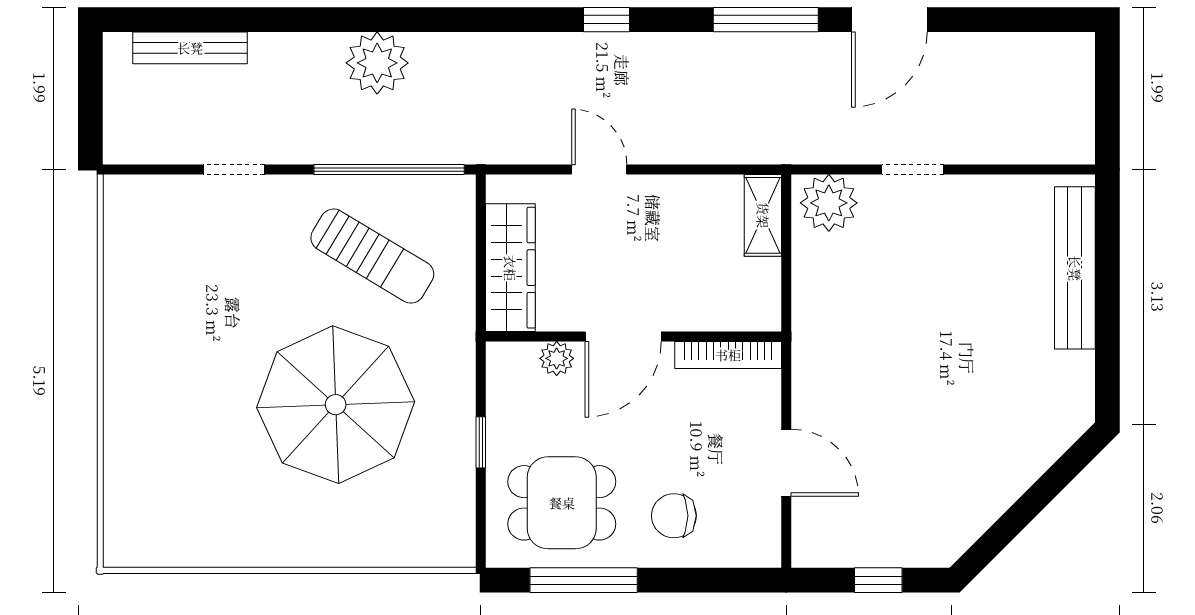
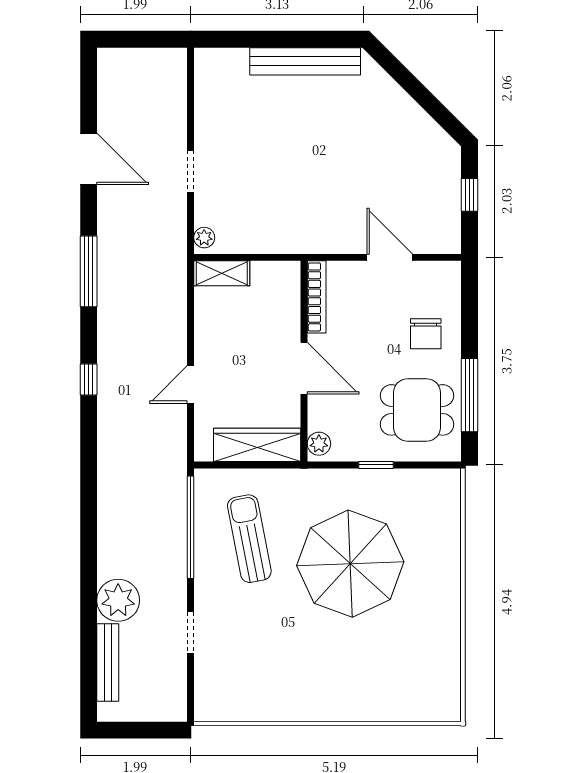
door: (889, 20) -> (89, 159), moved
plant: (377, 63) -> (118, 600), moved
plant: (829, 203) -> (204, 238), width x0.53, depth x0.53
sun lounger: (372, 256) -> (249, 539), turned -42
bench: (1075, 268) -> (305, 61), moved
plant: (557, 358) -> (319, 444), moved
door: (786, 463) -> (390, 257), hinge flipped
dining table: (562, 503) -> (417, 410), turned 90

